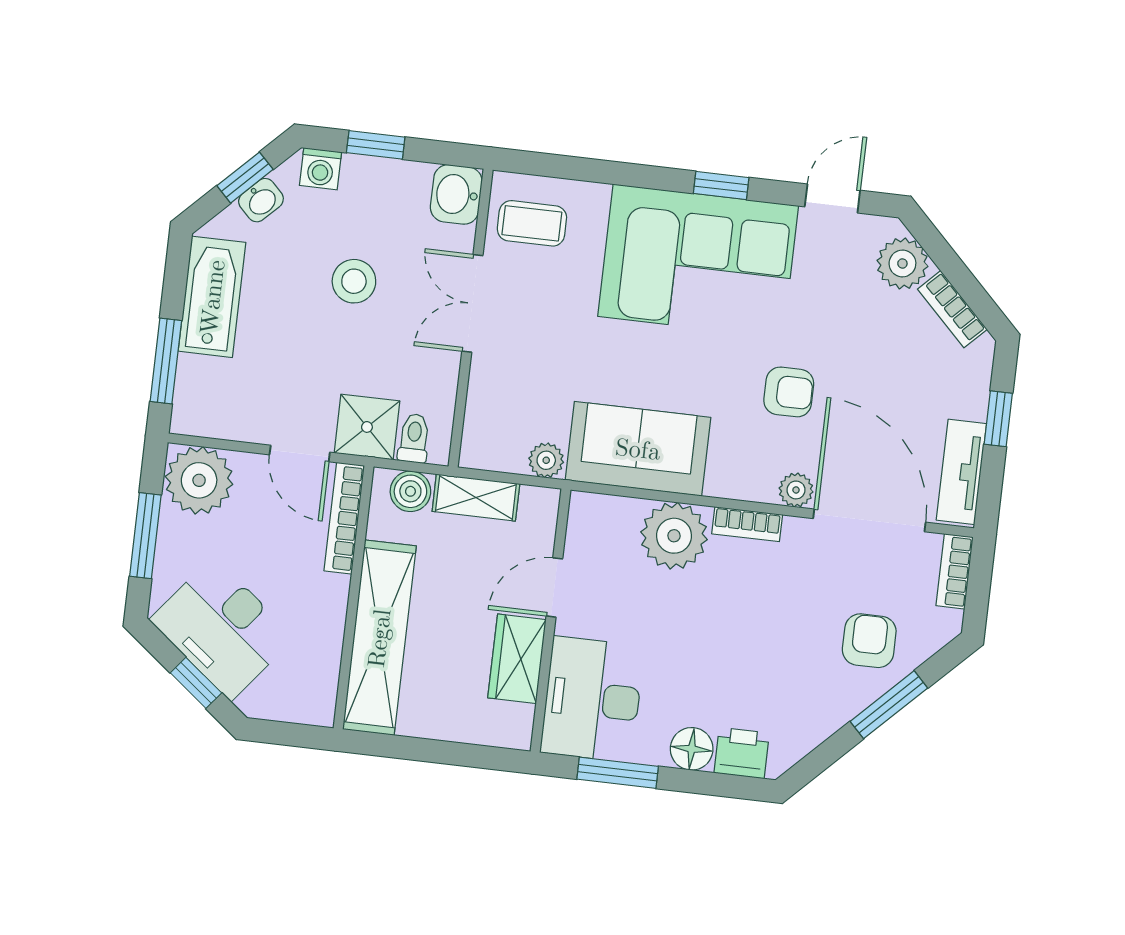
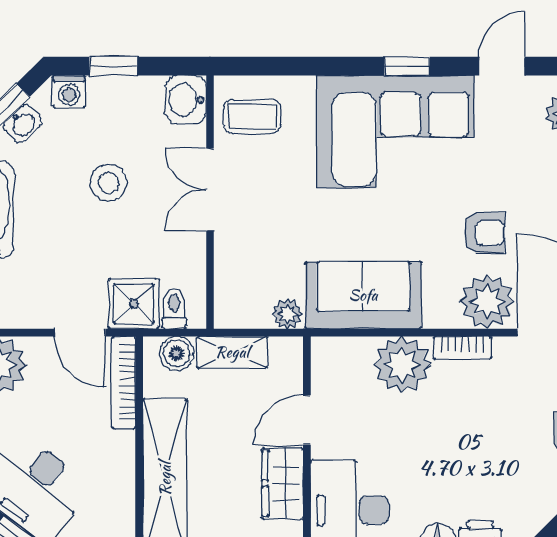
plant: (796, 490) -> (487, 302), width x1.88, depth x1.88

